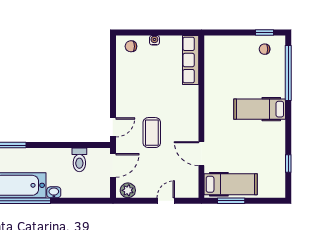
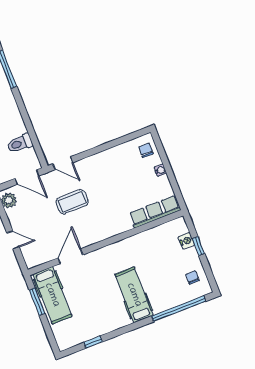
window: (264, 32) -> (198, 246), moved
nightstand: (229, 41) -> (186, 241), added

